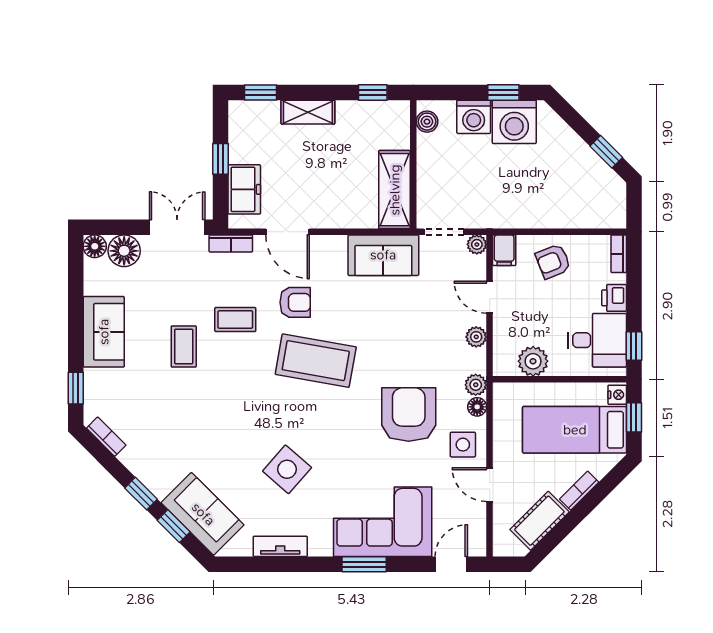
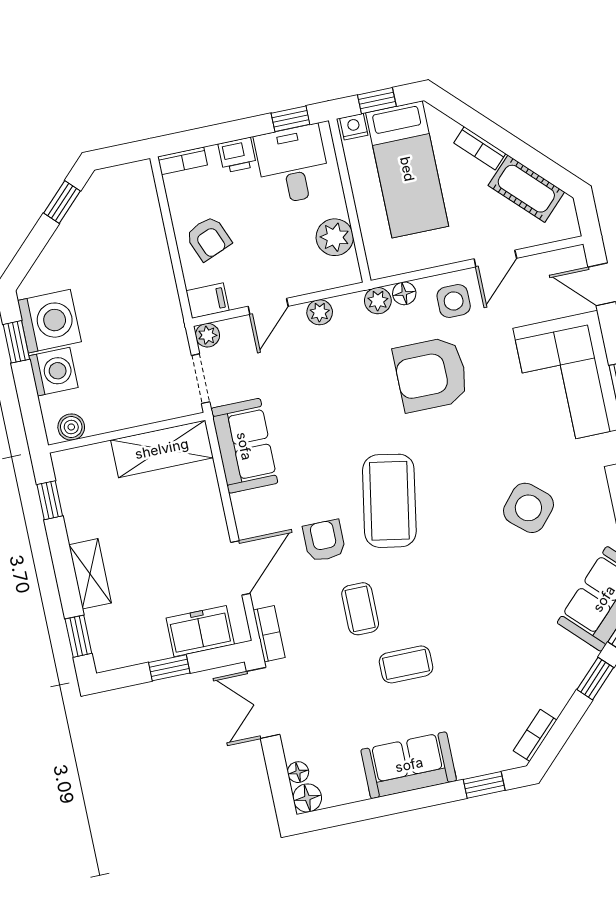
floor lamp: (124, 251) -> (298, 772), width x0.53, depth x0.53

